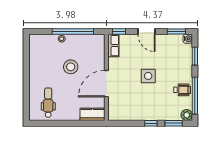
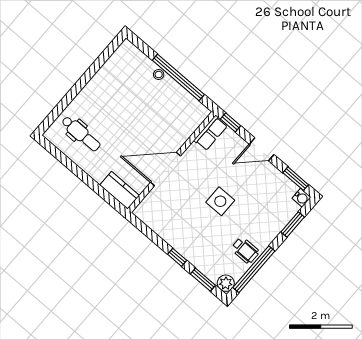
door: (146, 32) -> (262, 149), hinge flipped
stool: (71, 67) -> (141, 115), removed
dental chair: (48, 103) -> (81, 134), turned 90

